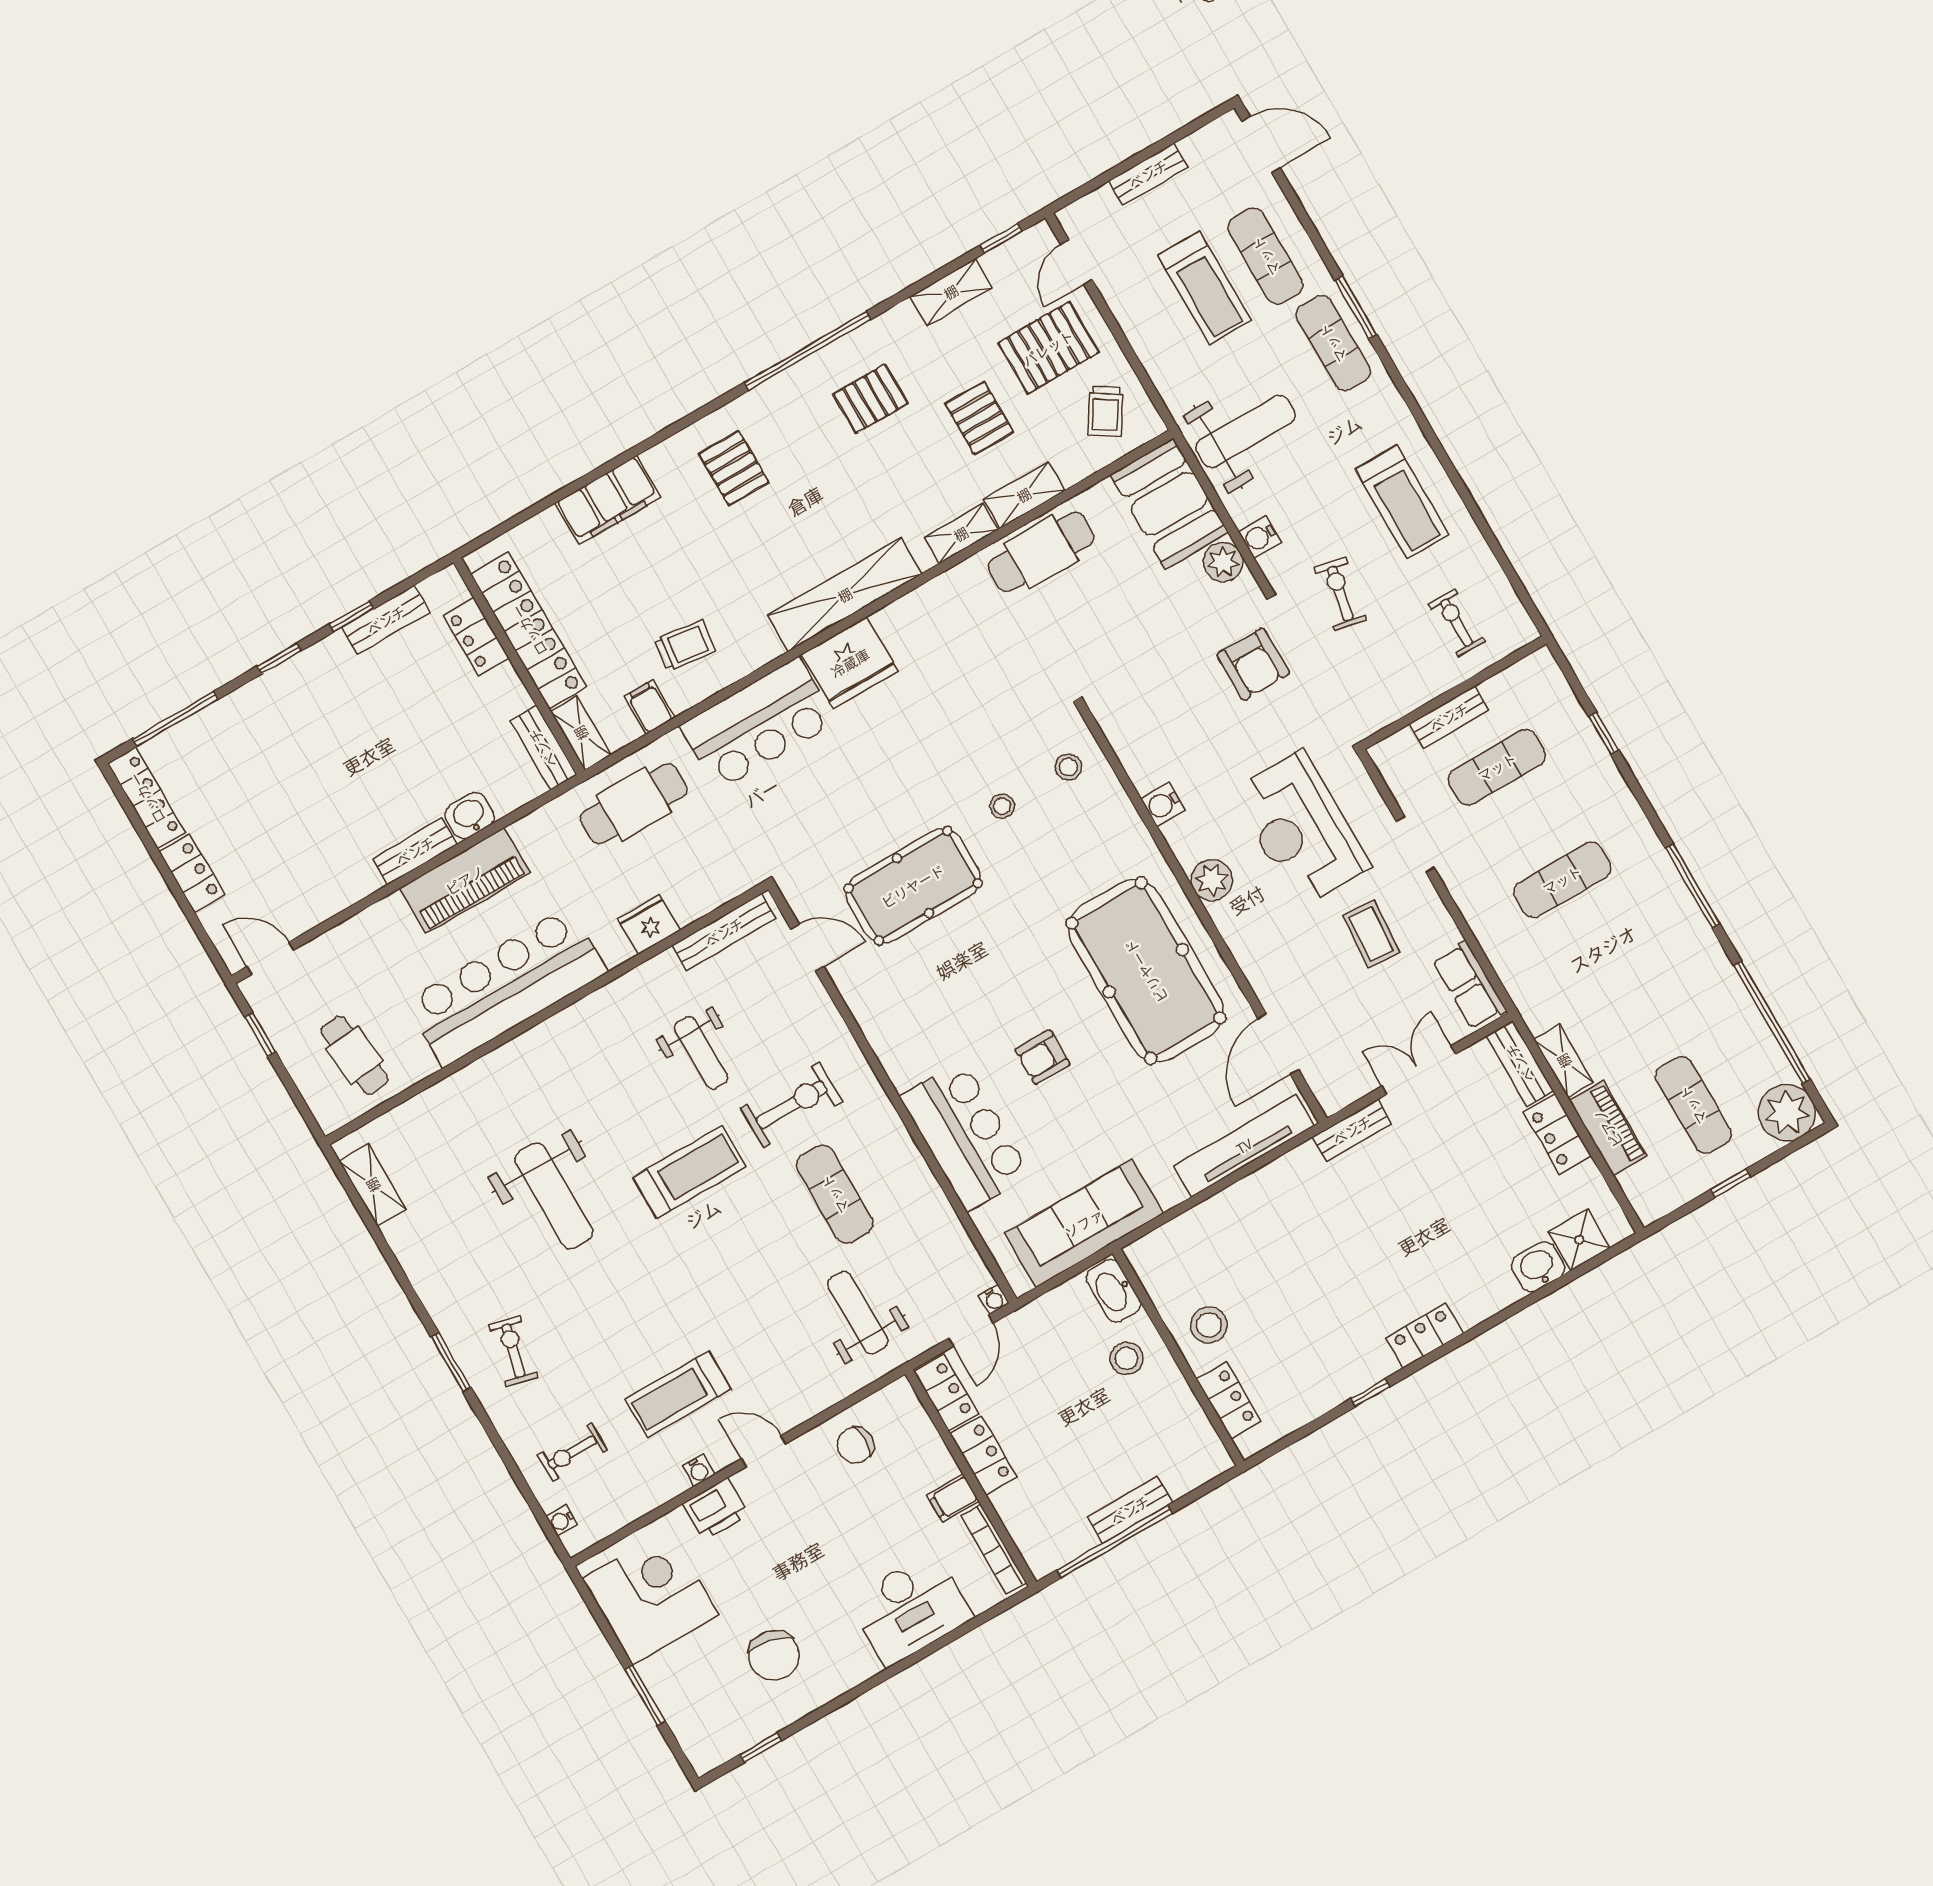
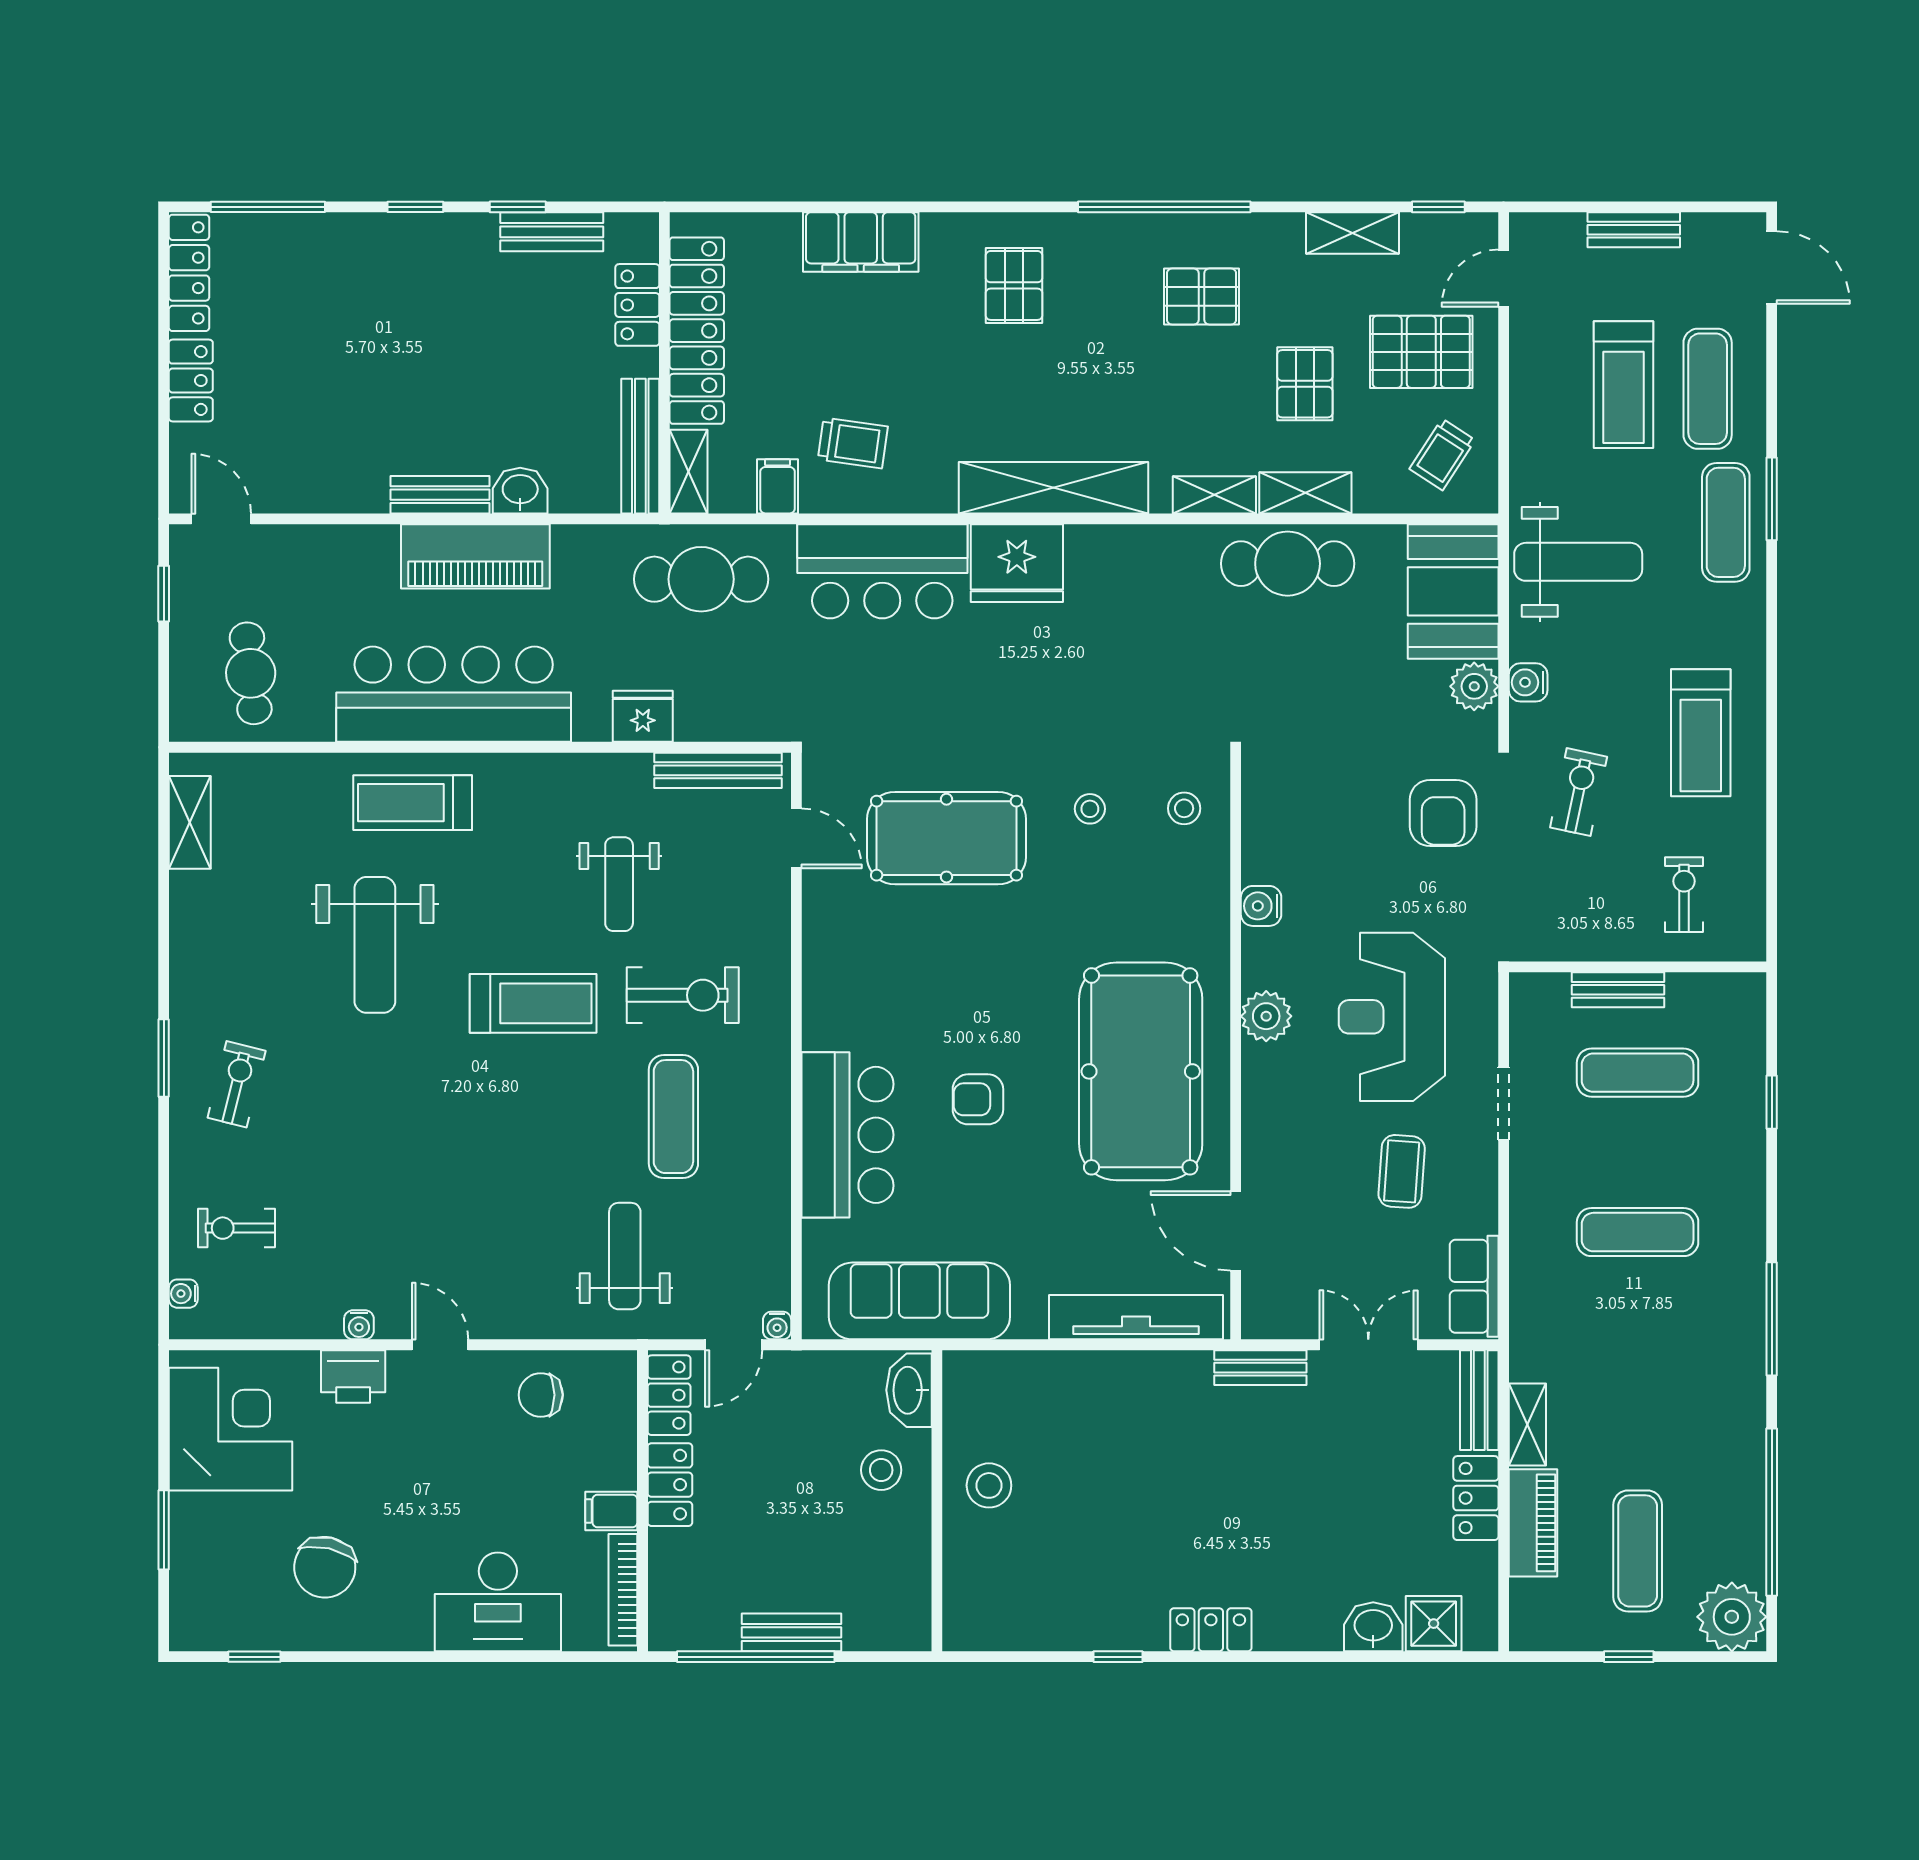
bench: (543, 748) -> (640, 446), width x1.36
door: (1278, 1044) -> (1236, 1231), hinge flipped
treadmill: (678, 1394) -> (413, 803), moved
locker: (1229, 1400) -> (963, 1577), removed

